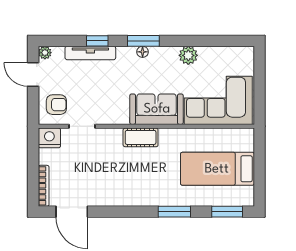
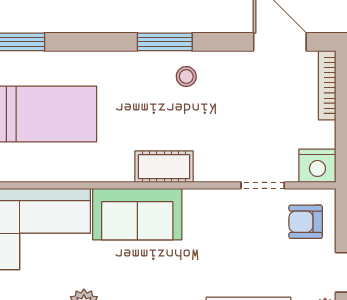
stool: (127, 191) -> (186, 77), added
window: (174, 212) -> (165, 42), moved

